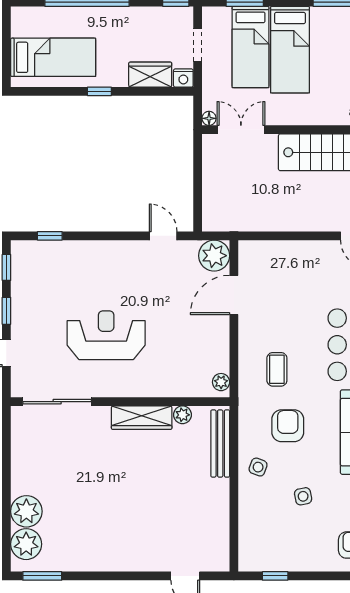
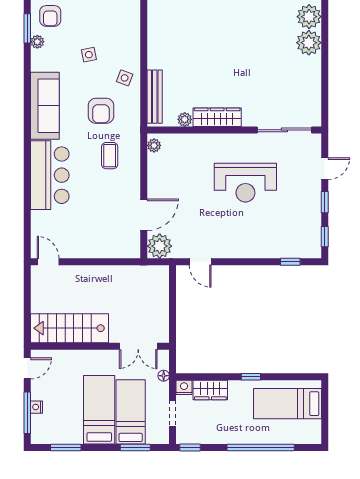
floor lamp: (209, 118) -> (164, 376), moved

